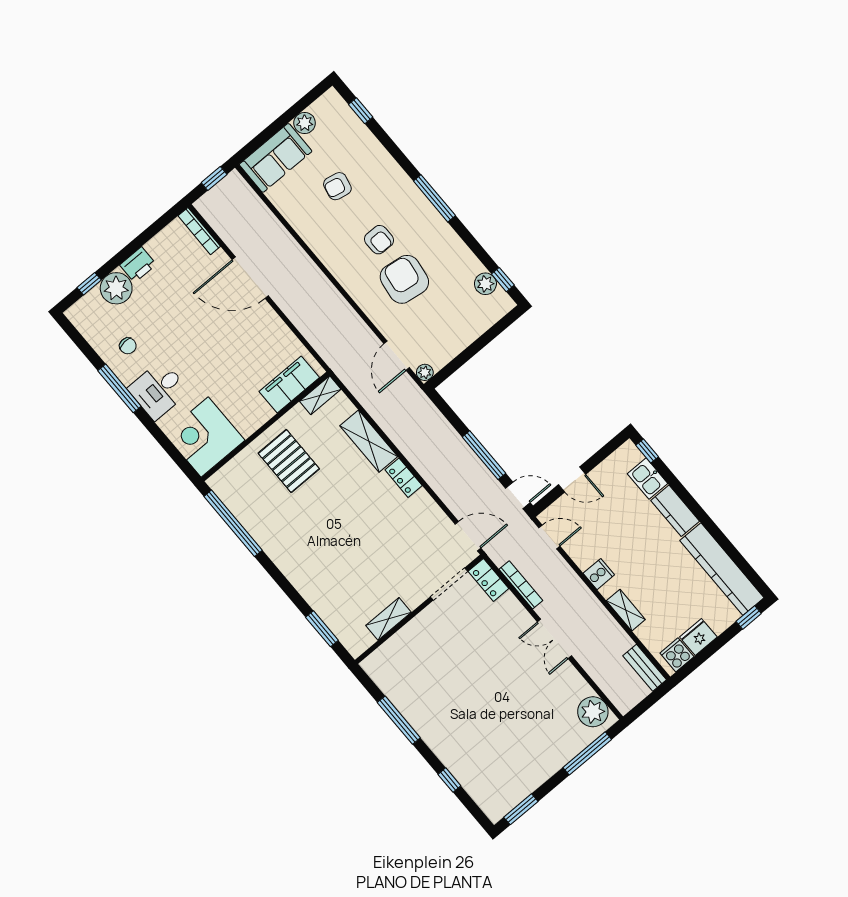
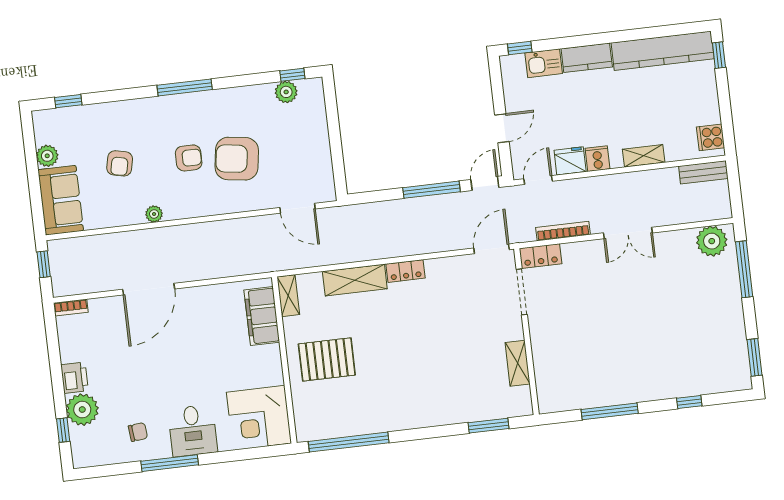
bookcase: (199, 231) -> (71, 308), width x0.64
plant: (425, 372) -> (154, 214), moved
fridge: (698, 637) -> (570, 161), moved, turned 90

